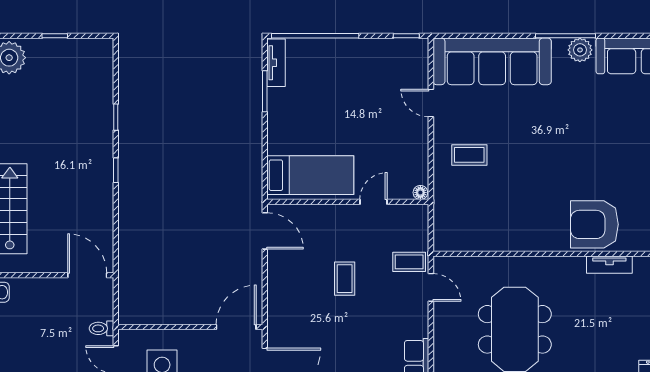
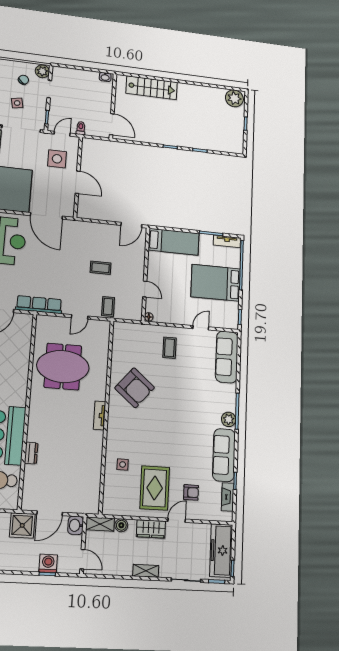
sofa: (492, 61) -> (227, 357), width x0.74, depth x0.79
bed: (351, 80) -> (216, 283), added
bed: (310, 175) -> (174, 242), moved, turned -90
armchair: (594, 224) -> (135, 388), moved, turned 130
tv unit: (609, 265) -> (100, 416), moved
door: (87, 275) -> (112, 124), hinge flipped
door: (431, 287) -> (80, 317), moved
door: (236, 327) -> (78, 182), moved

